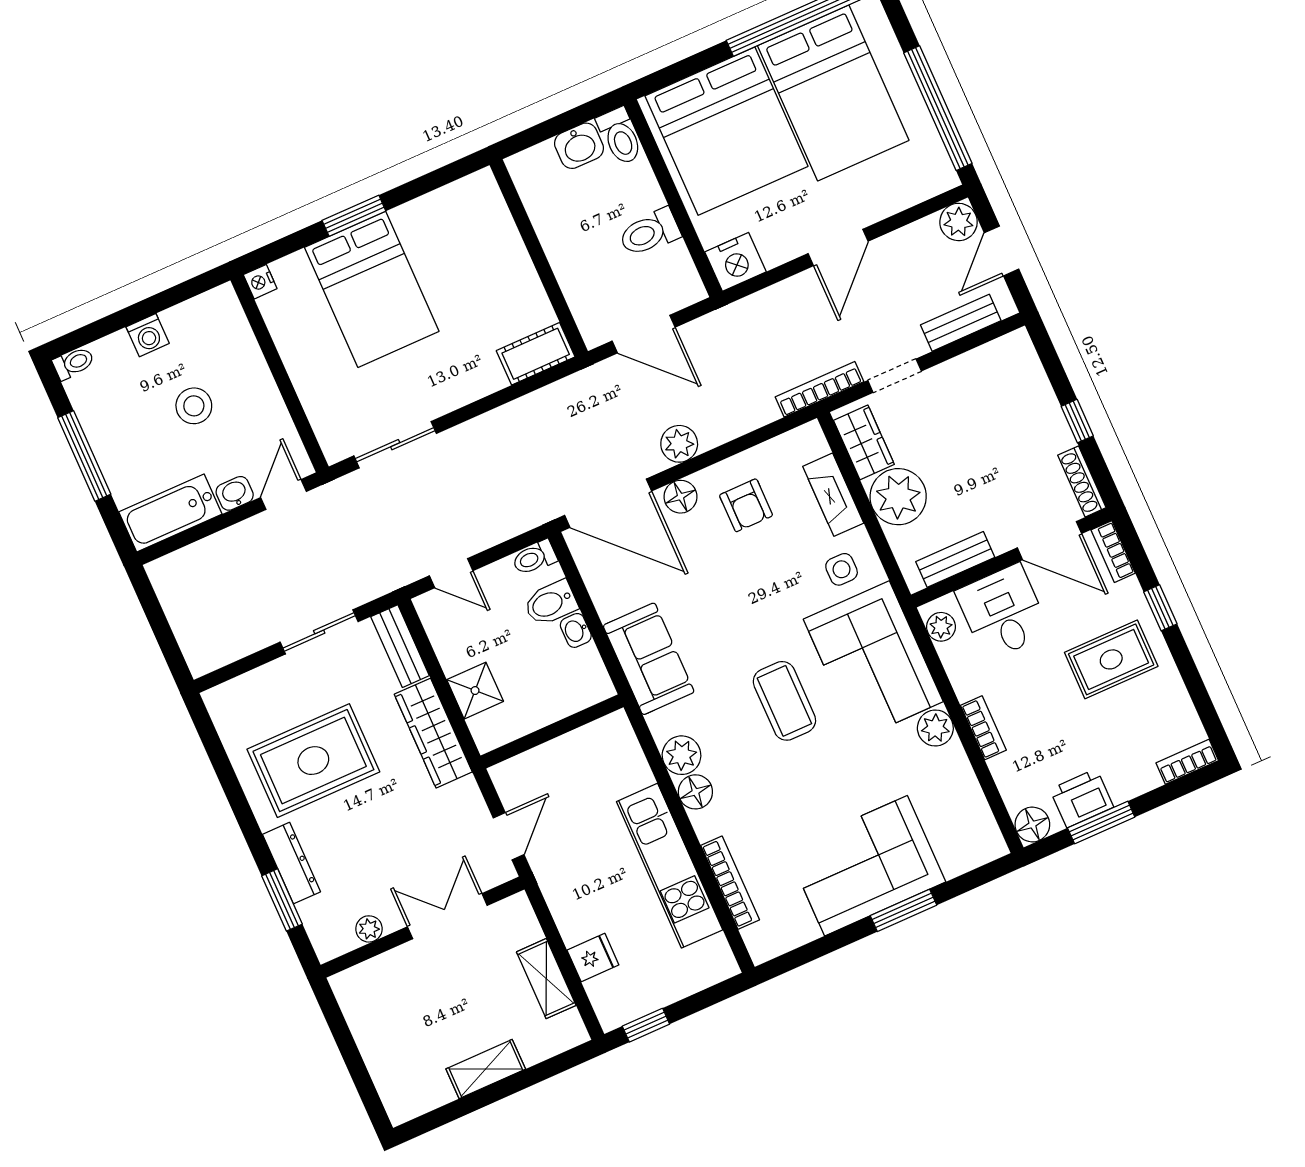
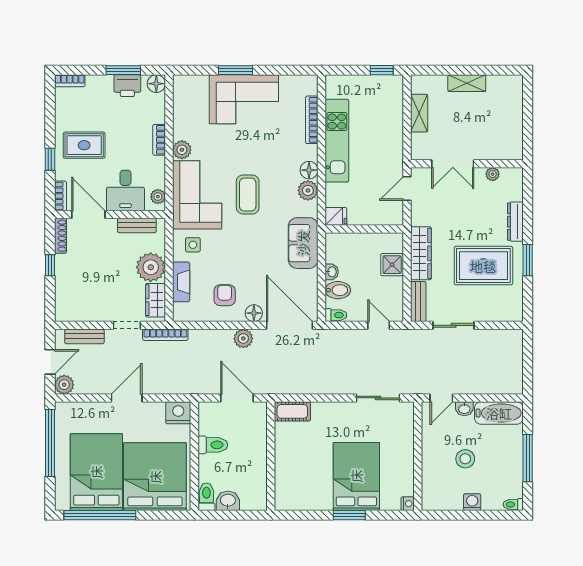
window: (282, 900) -> (528, 260), moved
fridge: (593, 957) -> (336, 216), moved, turned 180

